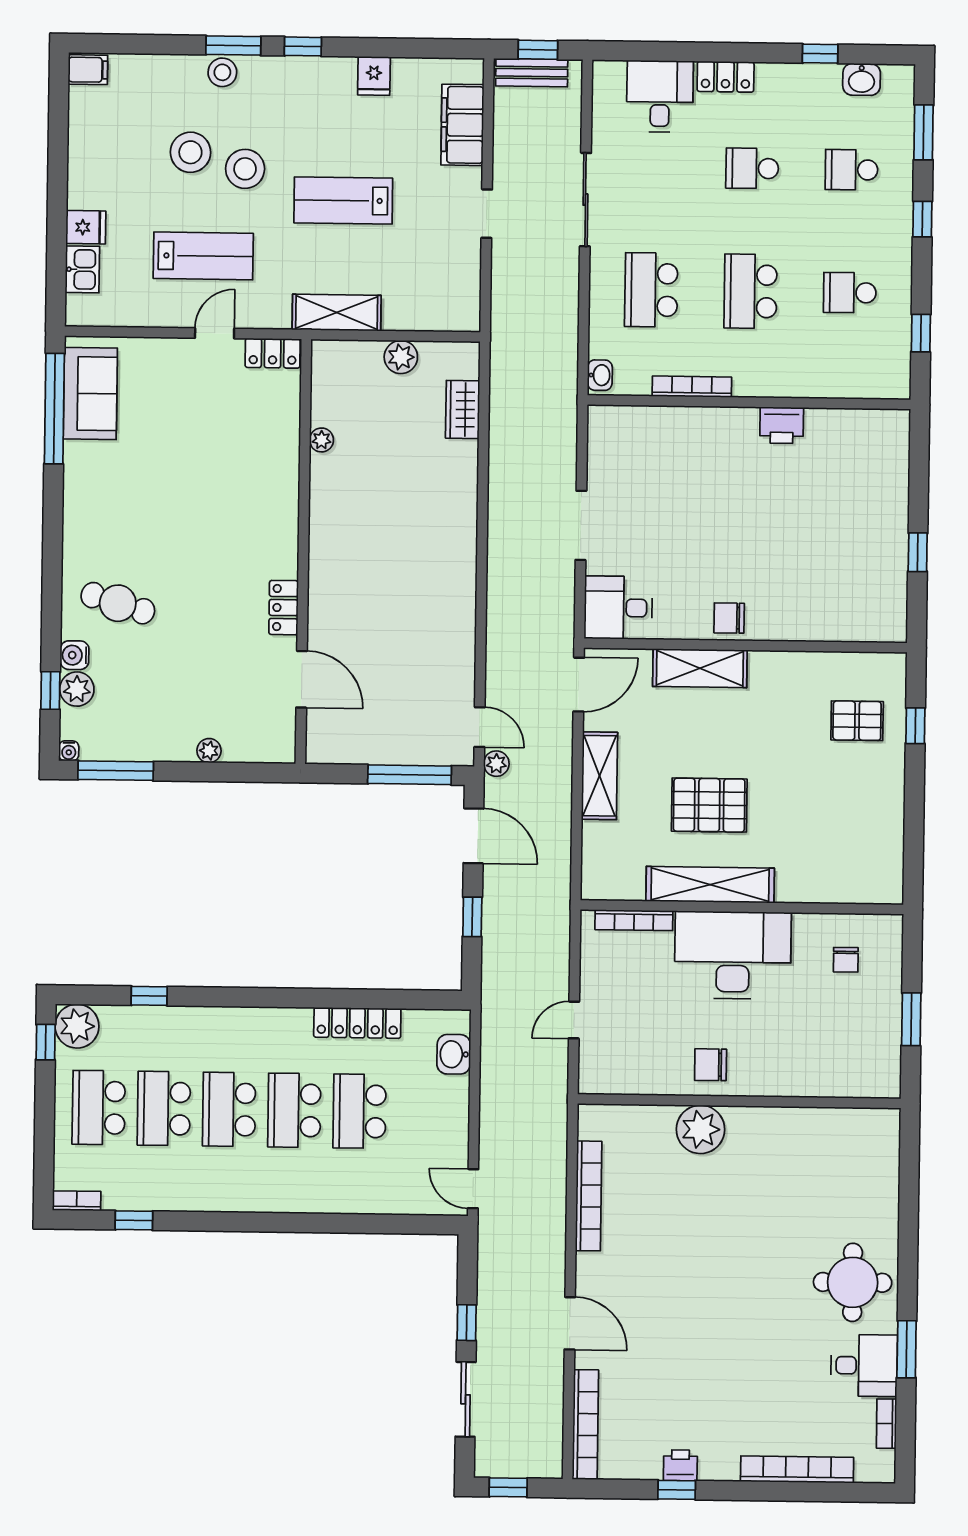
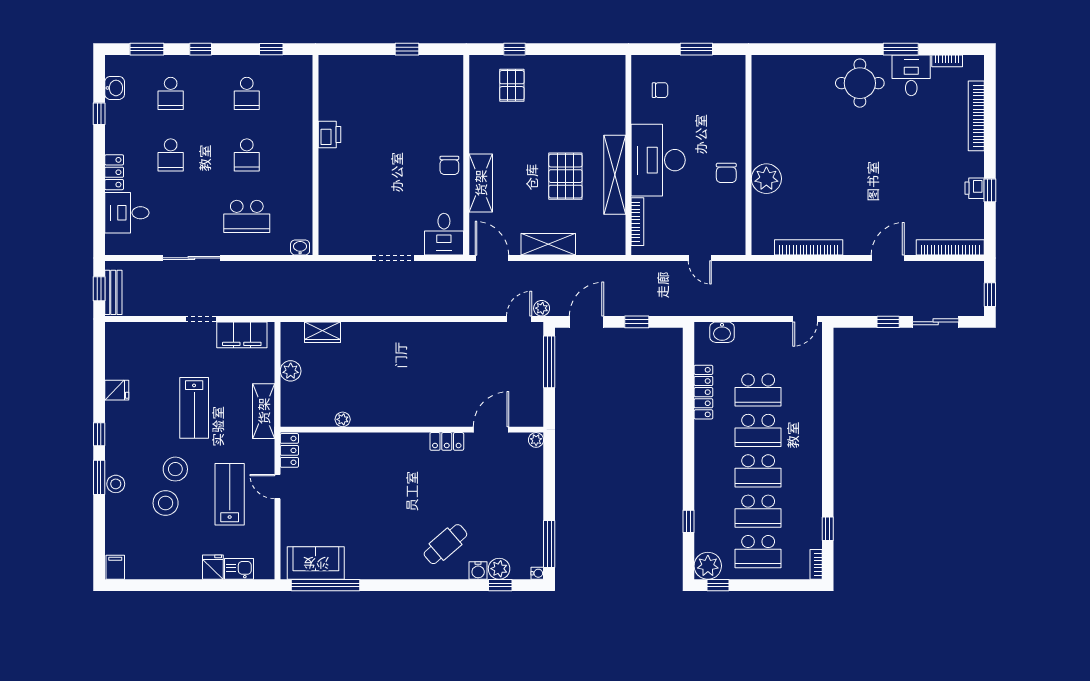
filing cabinet: (462, 125) -> (242, 335), moved
school desk: (750, 291) -> (247, 155), width x0.54
bookcase: (692, 387) -> (306, 190), removed
cafe table: (118, 603) -> (445, 544), turned 32
plant: (209, 751) -> (536, 440), moved

